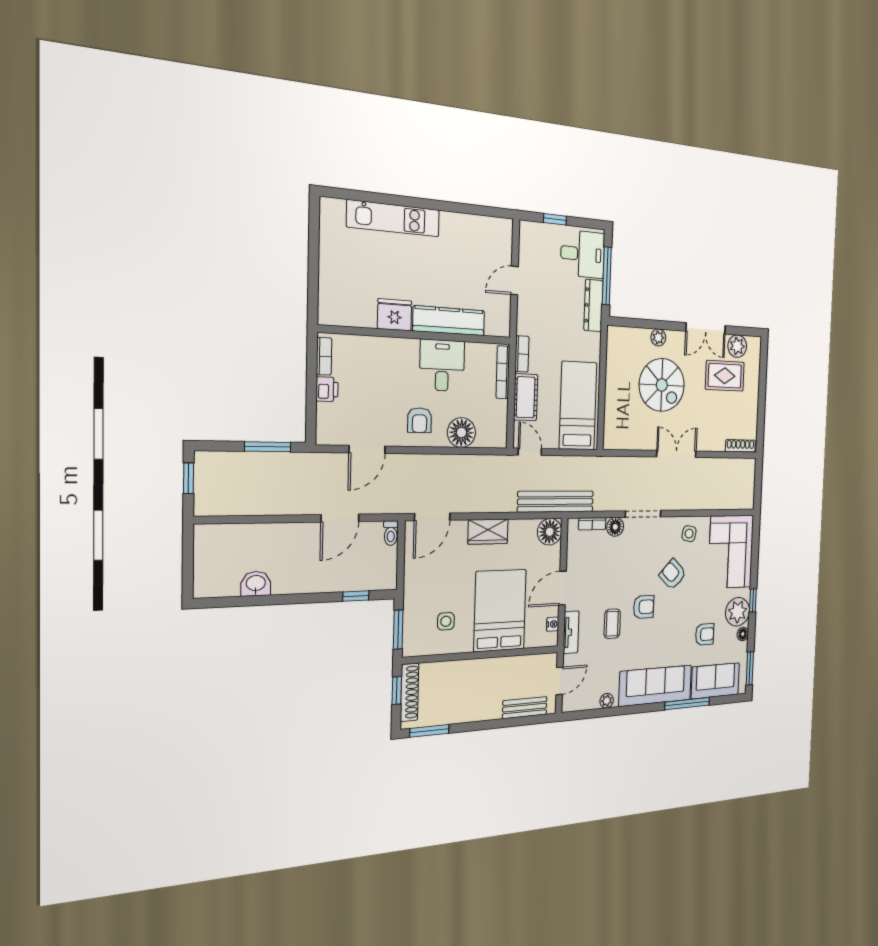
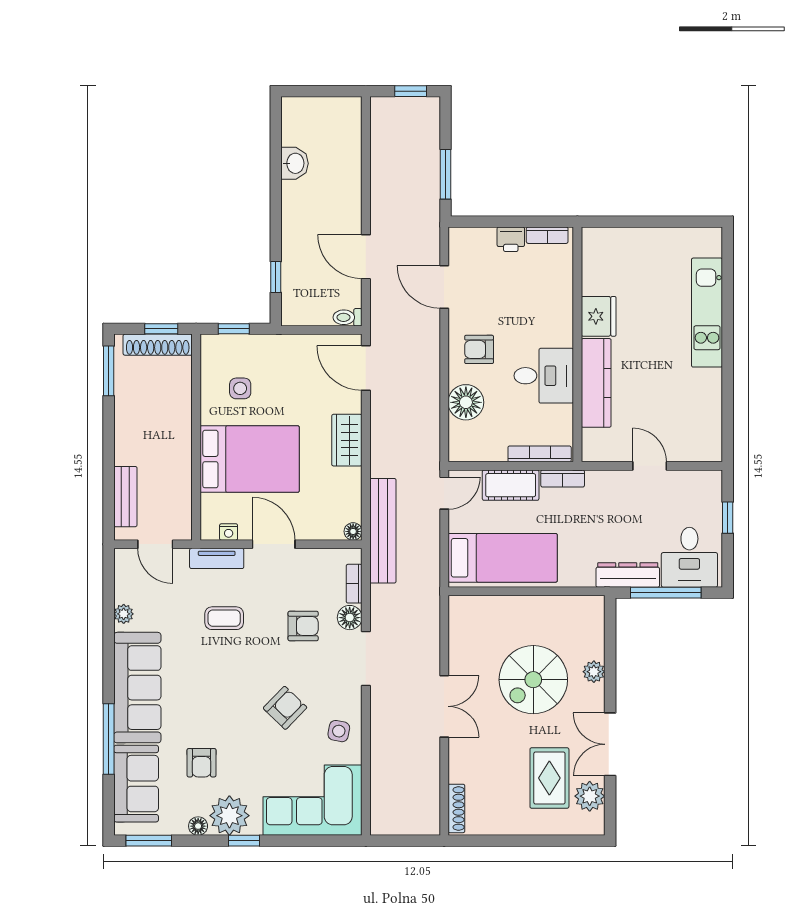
floor lamp: (550, 532) -> (353, 531), width x0.53, depth x0.53
armchair: (644, 607) -> (303, 626), moved, turned -90
window: (398, 630) -> (234, 329), width x0.67

